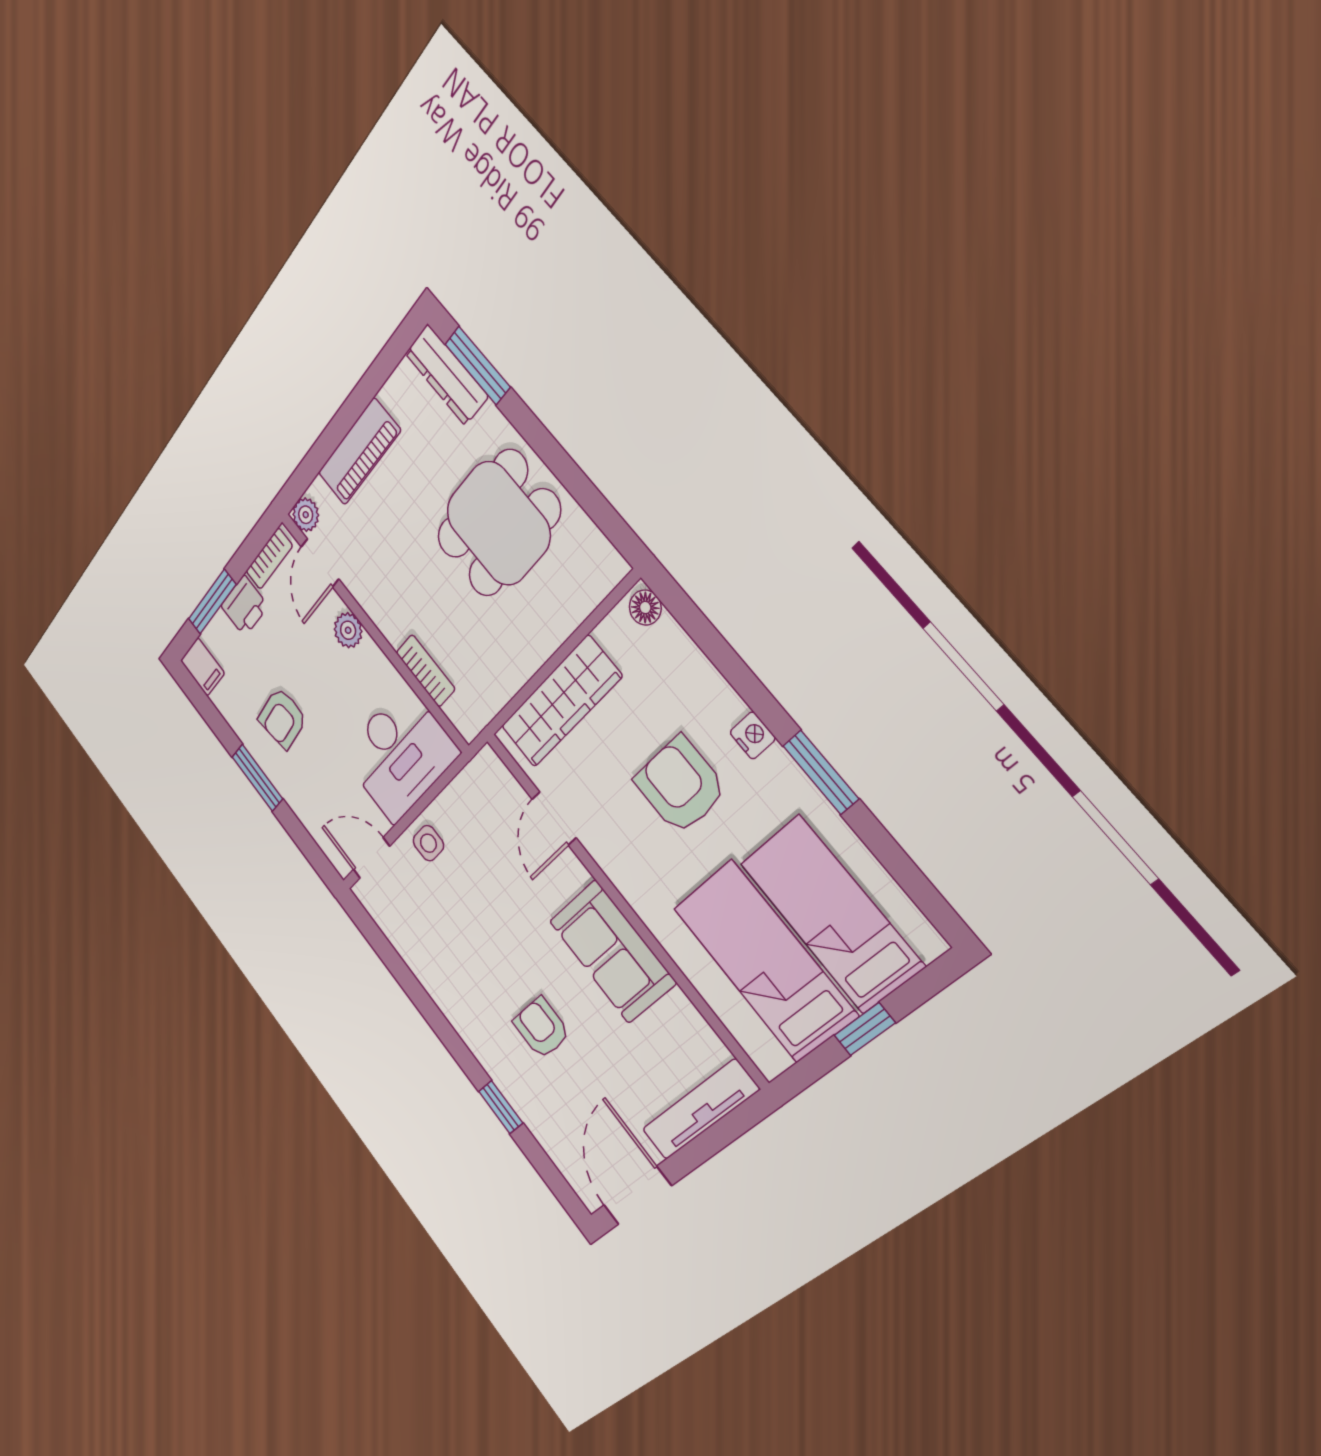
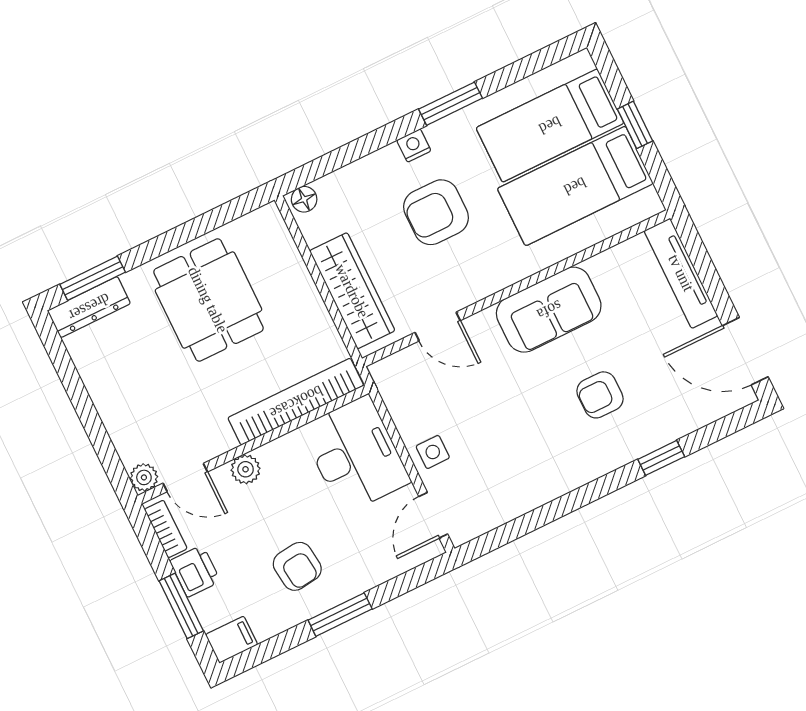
piano: (359, 452) -> (115, 407), removed
bookcase: (426, 671) -> (296, 402), width x2.31, depth x1.31

